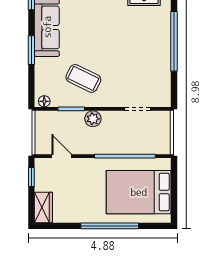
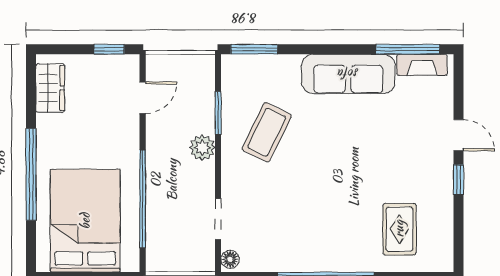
window: (31, 50) -> (254, 49), moved
floor lamp: (44, 101) -> (230, 259), moved
wardrobe: (43, 207) -> (50, 88), moved, turned -90

